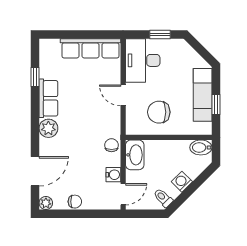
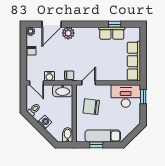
window: (160, 34) -> (143, 97), moved
door: (123, 95) -> (89, 83), moved
row of seats: (48, 98) -> (112, 33), moved
chair: (159, 112) -> (91, 107), turned -83
plant: (48, 128) -> (68, 33), moved
door: (35, 171) -> (52, 24), hinge flipped

